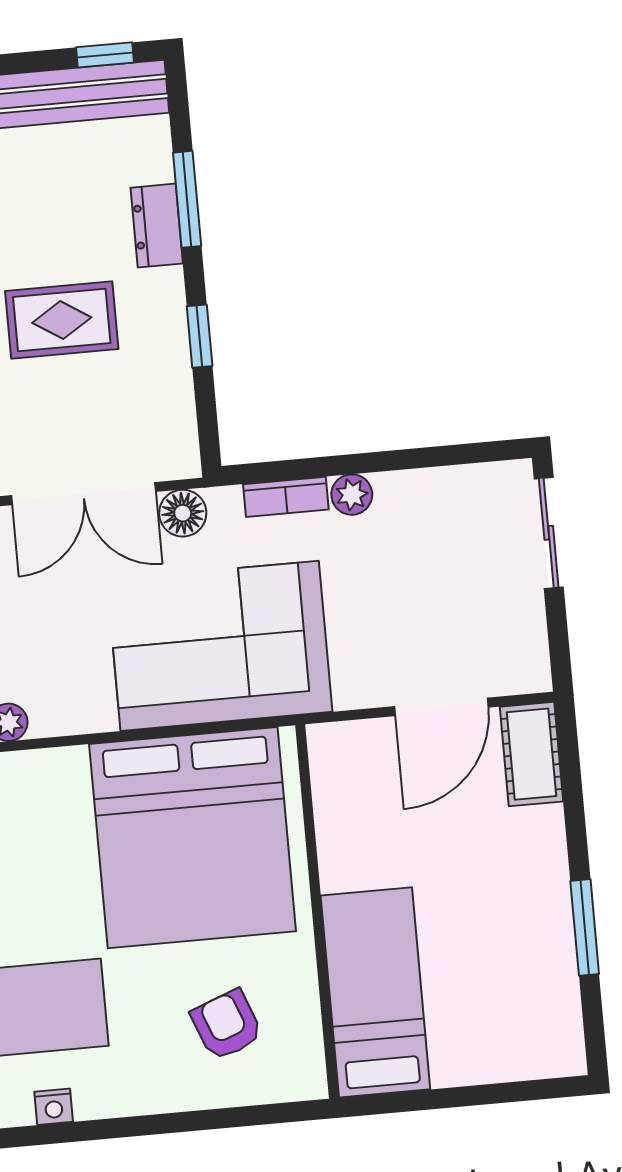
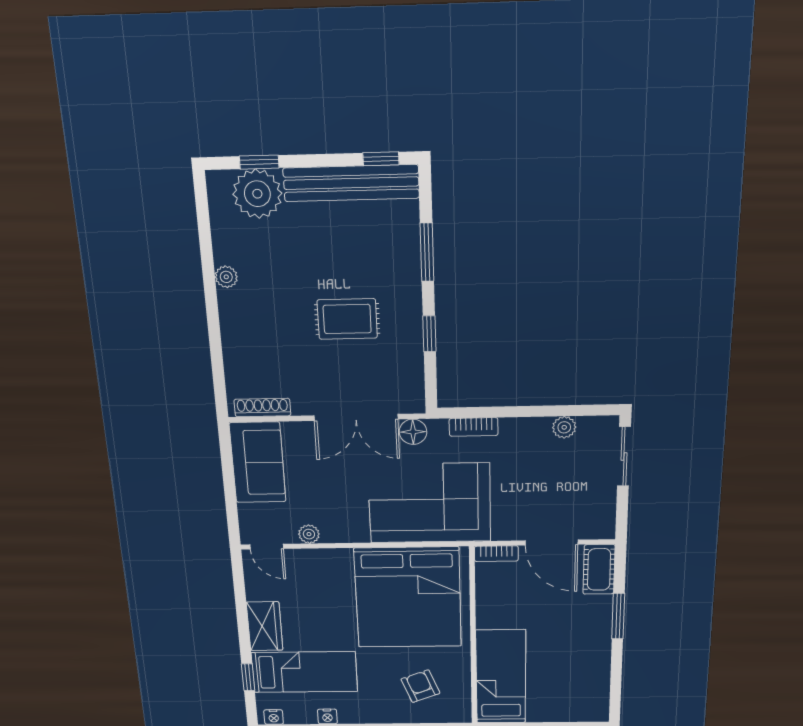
dresser: (157, 226) -> (407, 267), removed
plant: (352, 495) -> (564, 427), moved
door: (441, 707) -> (552, 543), hinge flipped
bookcase: (345, 736) -> (496, 554), added
window: (585, 927) -> (618, 616), moved

